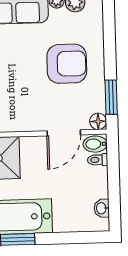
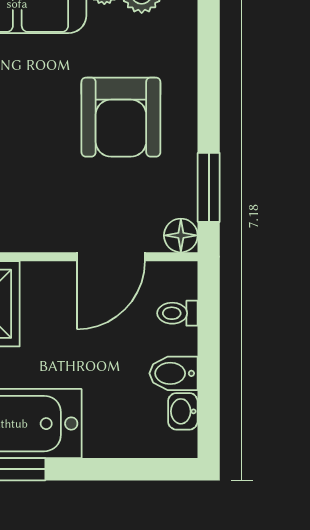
armchair: (67, 64) -> (121, 117), turned 90
bidet: (95, 144) -> (174, 373), moved

